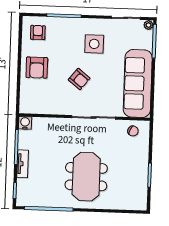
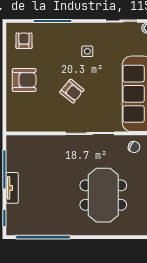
side table: (94, 44) -> (87, 51), width x0.54, depth x0.54
armchair: (37, 68) -> (24, 80), turned -90
water cooler: (25, 123) -> (13, 142), removed
meeting table: (86, 177) -> (103, 195), moved

